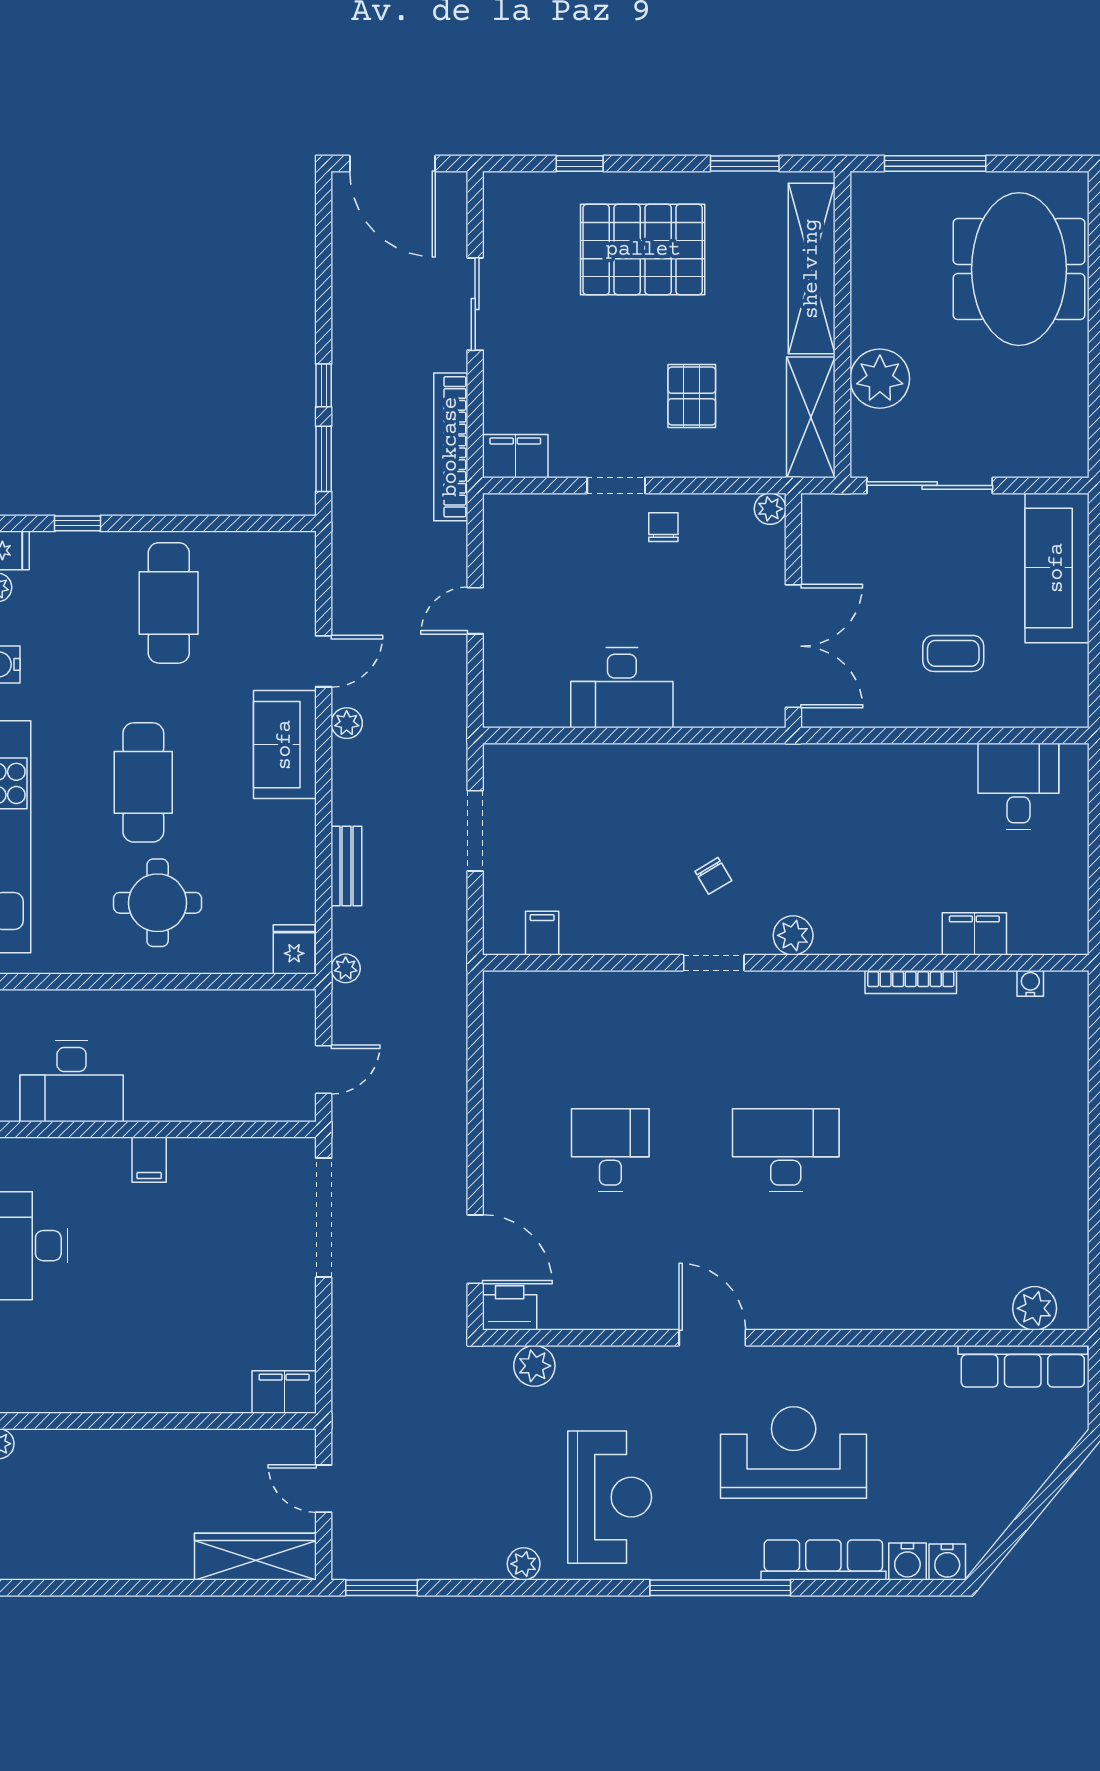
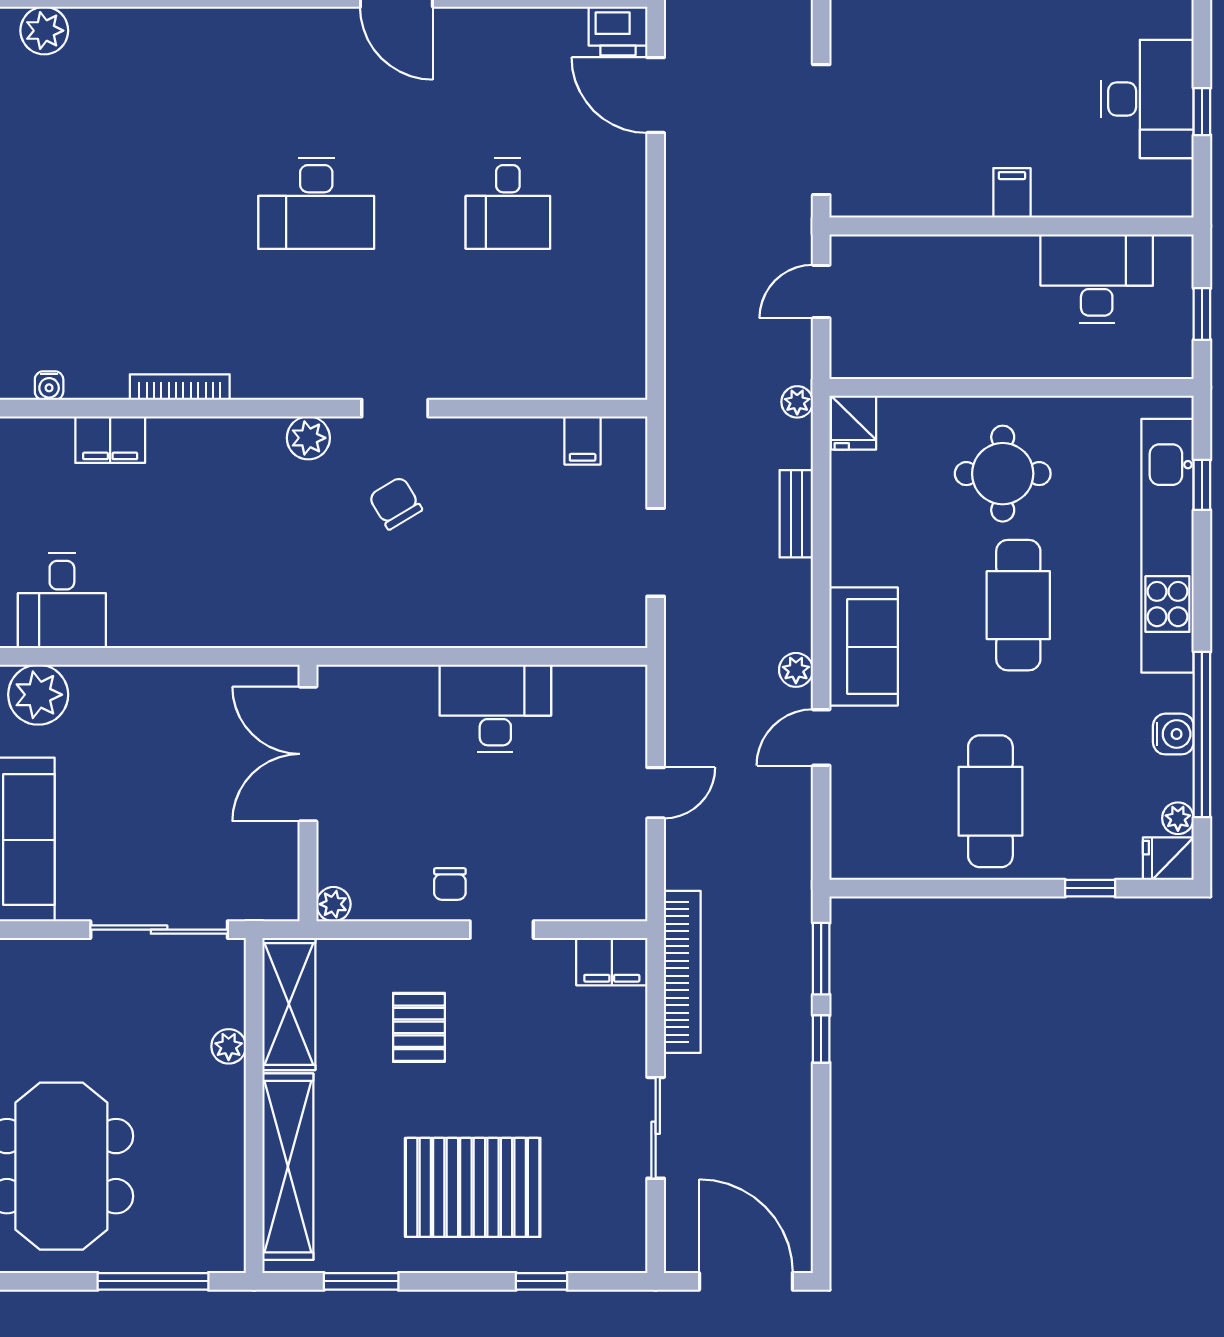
plant: (880, 379) -> (229, 1046), width x0.53, depth x0.53
coffee table: (953, 653) -> (133, 746), removed
plant: (1040, 700) -> (38, 695), added
chair: (713, 876) -> (395, 503), width x1.37, depth x1.37

